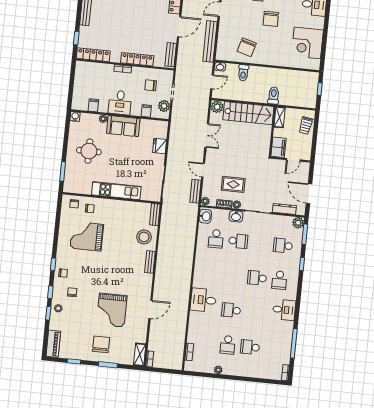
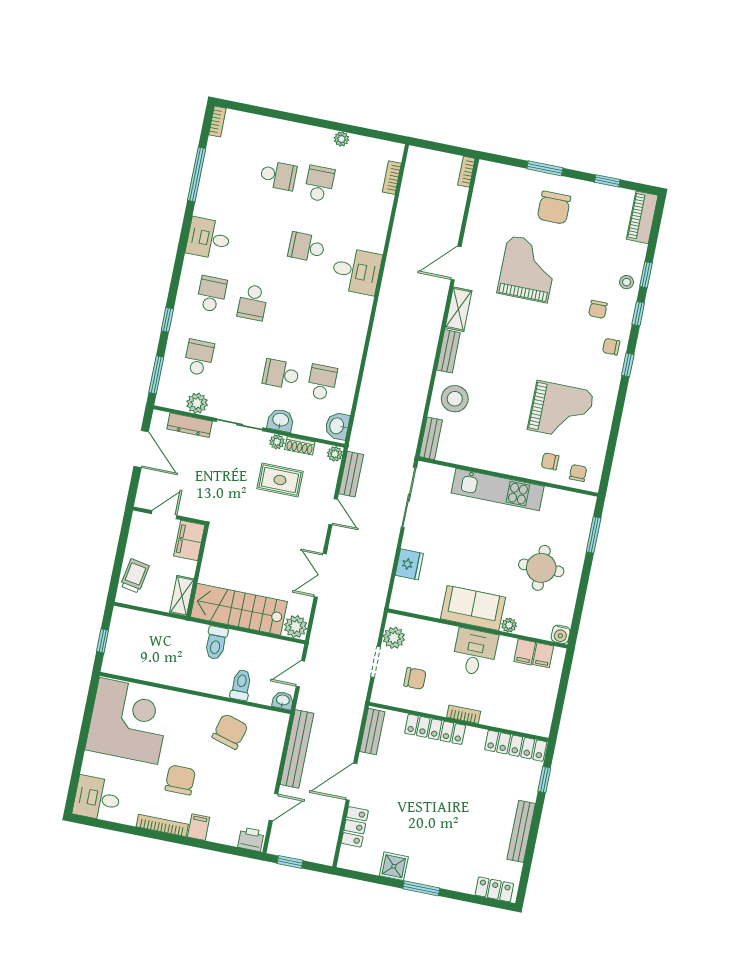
corner desk: (307, 43) -> (128, 721), width x1.36, depth x1.36
toilet: (274, 95) -> (216, 643), moved
filing cabinet: (146, 111) -> (543, 655), moved
plant: (298, 223) -> (197, 403), moved
school desk: (283, 246) -> (199, 358), turned -90
school desk: (257, 278) -> (253, 302), turned 90
school desk: (231, 310) -> (307, 247), turned 180
shelving: (140, 355) -> (458, 309), moved

